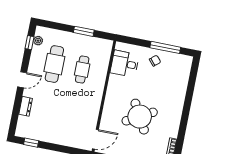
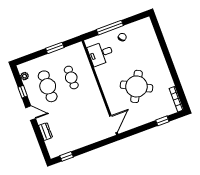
window: (29, 43) -> (23, 92), moved
window: (165, 47) -> (110, 28), moved
door: (22, 80) -> (31, 113), hinge flipped
round table: (140, 117) -> (136, 86), turned -33

